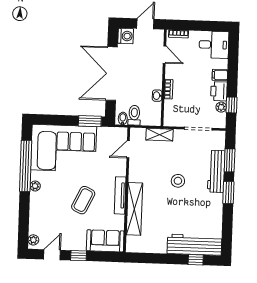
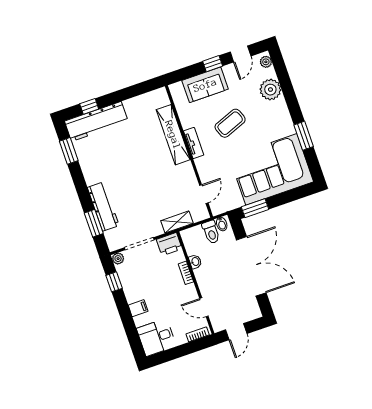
washing machine: (126, 36) -> (252, 311), removed
printer: (219, 91) -> (169, 244), moved, turned 90
plant: (221, 107) -> (118, 259), moved
window: (26, 166) -> (304, 136), width x0.47
stool: (178, 181) -> (139, 181), removed
plant: (35, 186) -> (270, 90), moved, width x1.88, depth x1.88
window: (228, 193) -> (69, 151), moved
tv unit: (120, 195) -> (194, 143), width x0.71
coffee table: (83, 200) -> (230, 123), turned 43
sofa: (105, 241) -> (205, 85), moved

